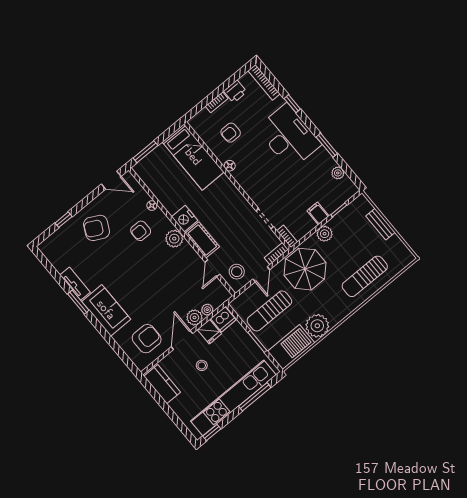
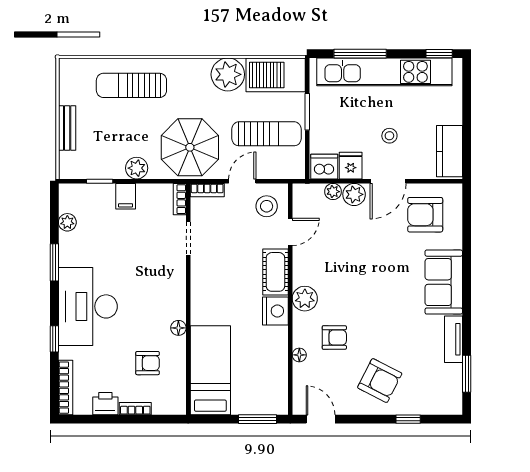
sun lounger: (365, 276) -> (131, 85), turned 180
window: (78, 302) -> (467, 374), moved

